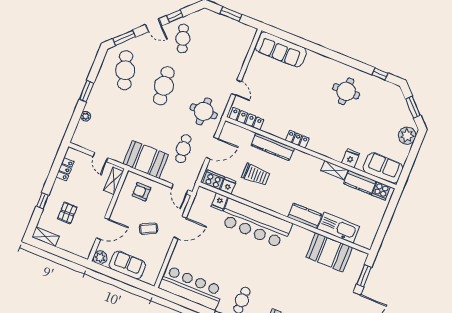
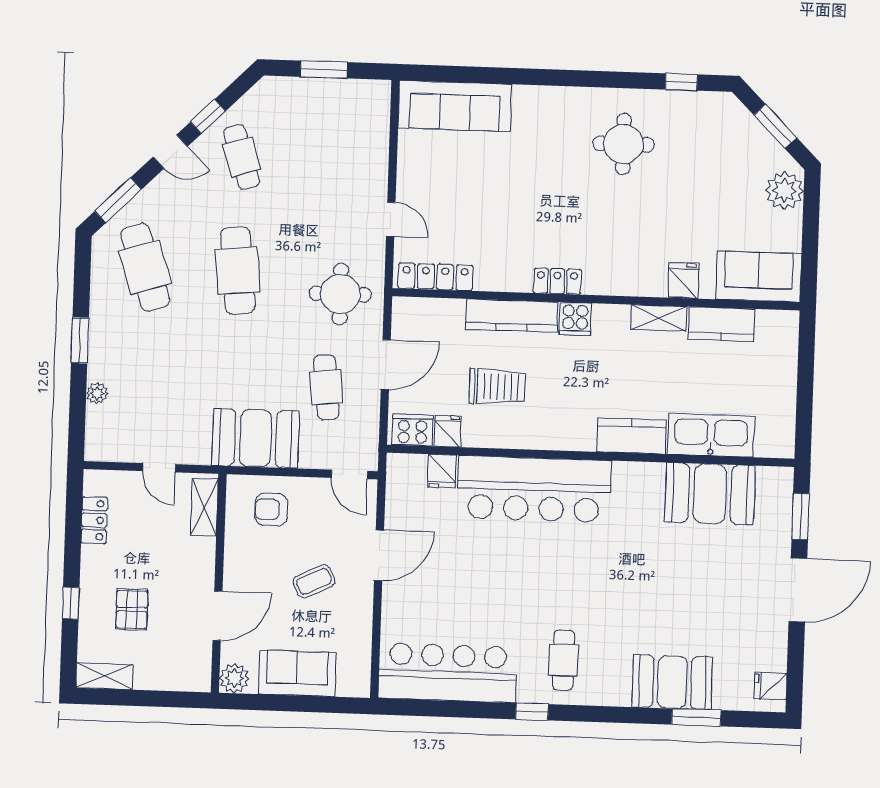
cooker: (381, 191) -> (575, 319), moved

